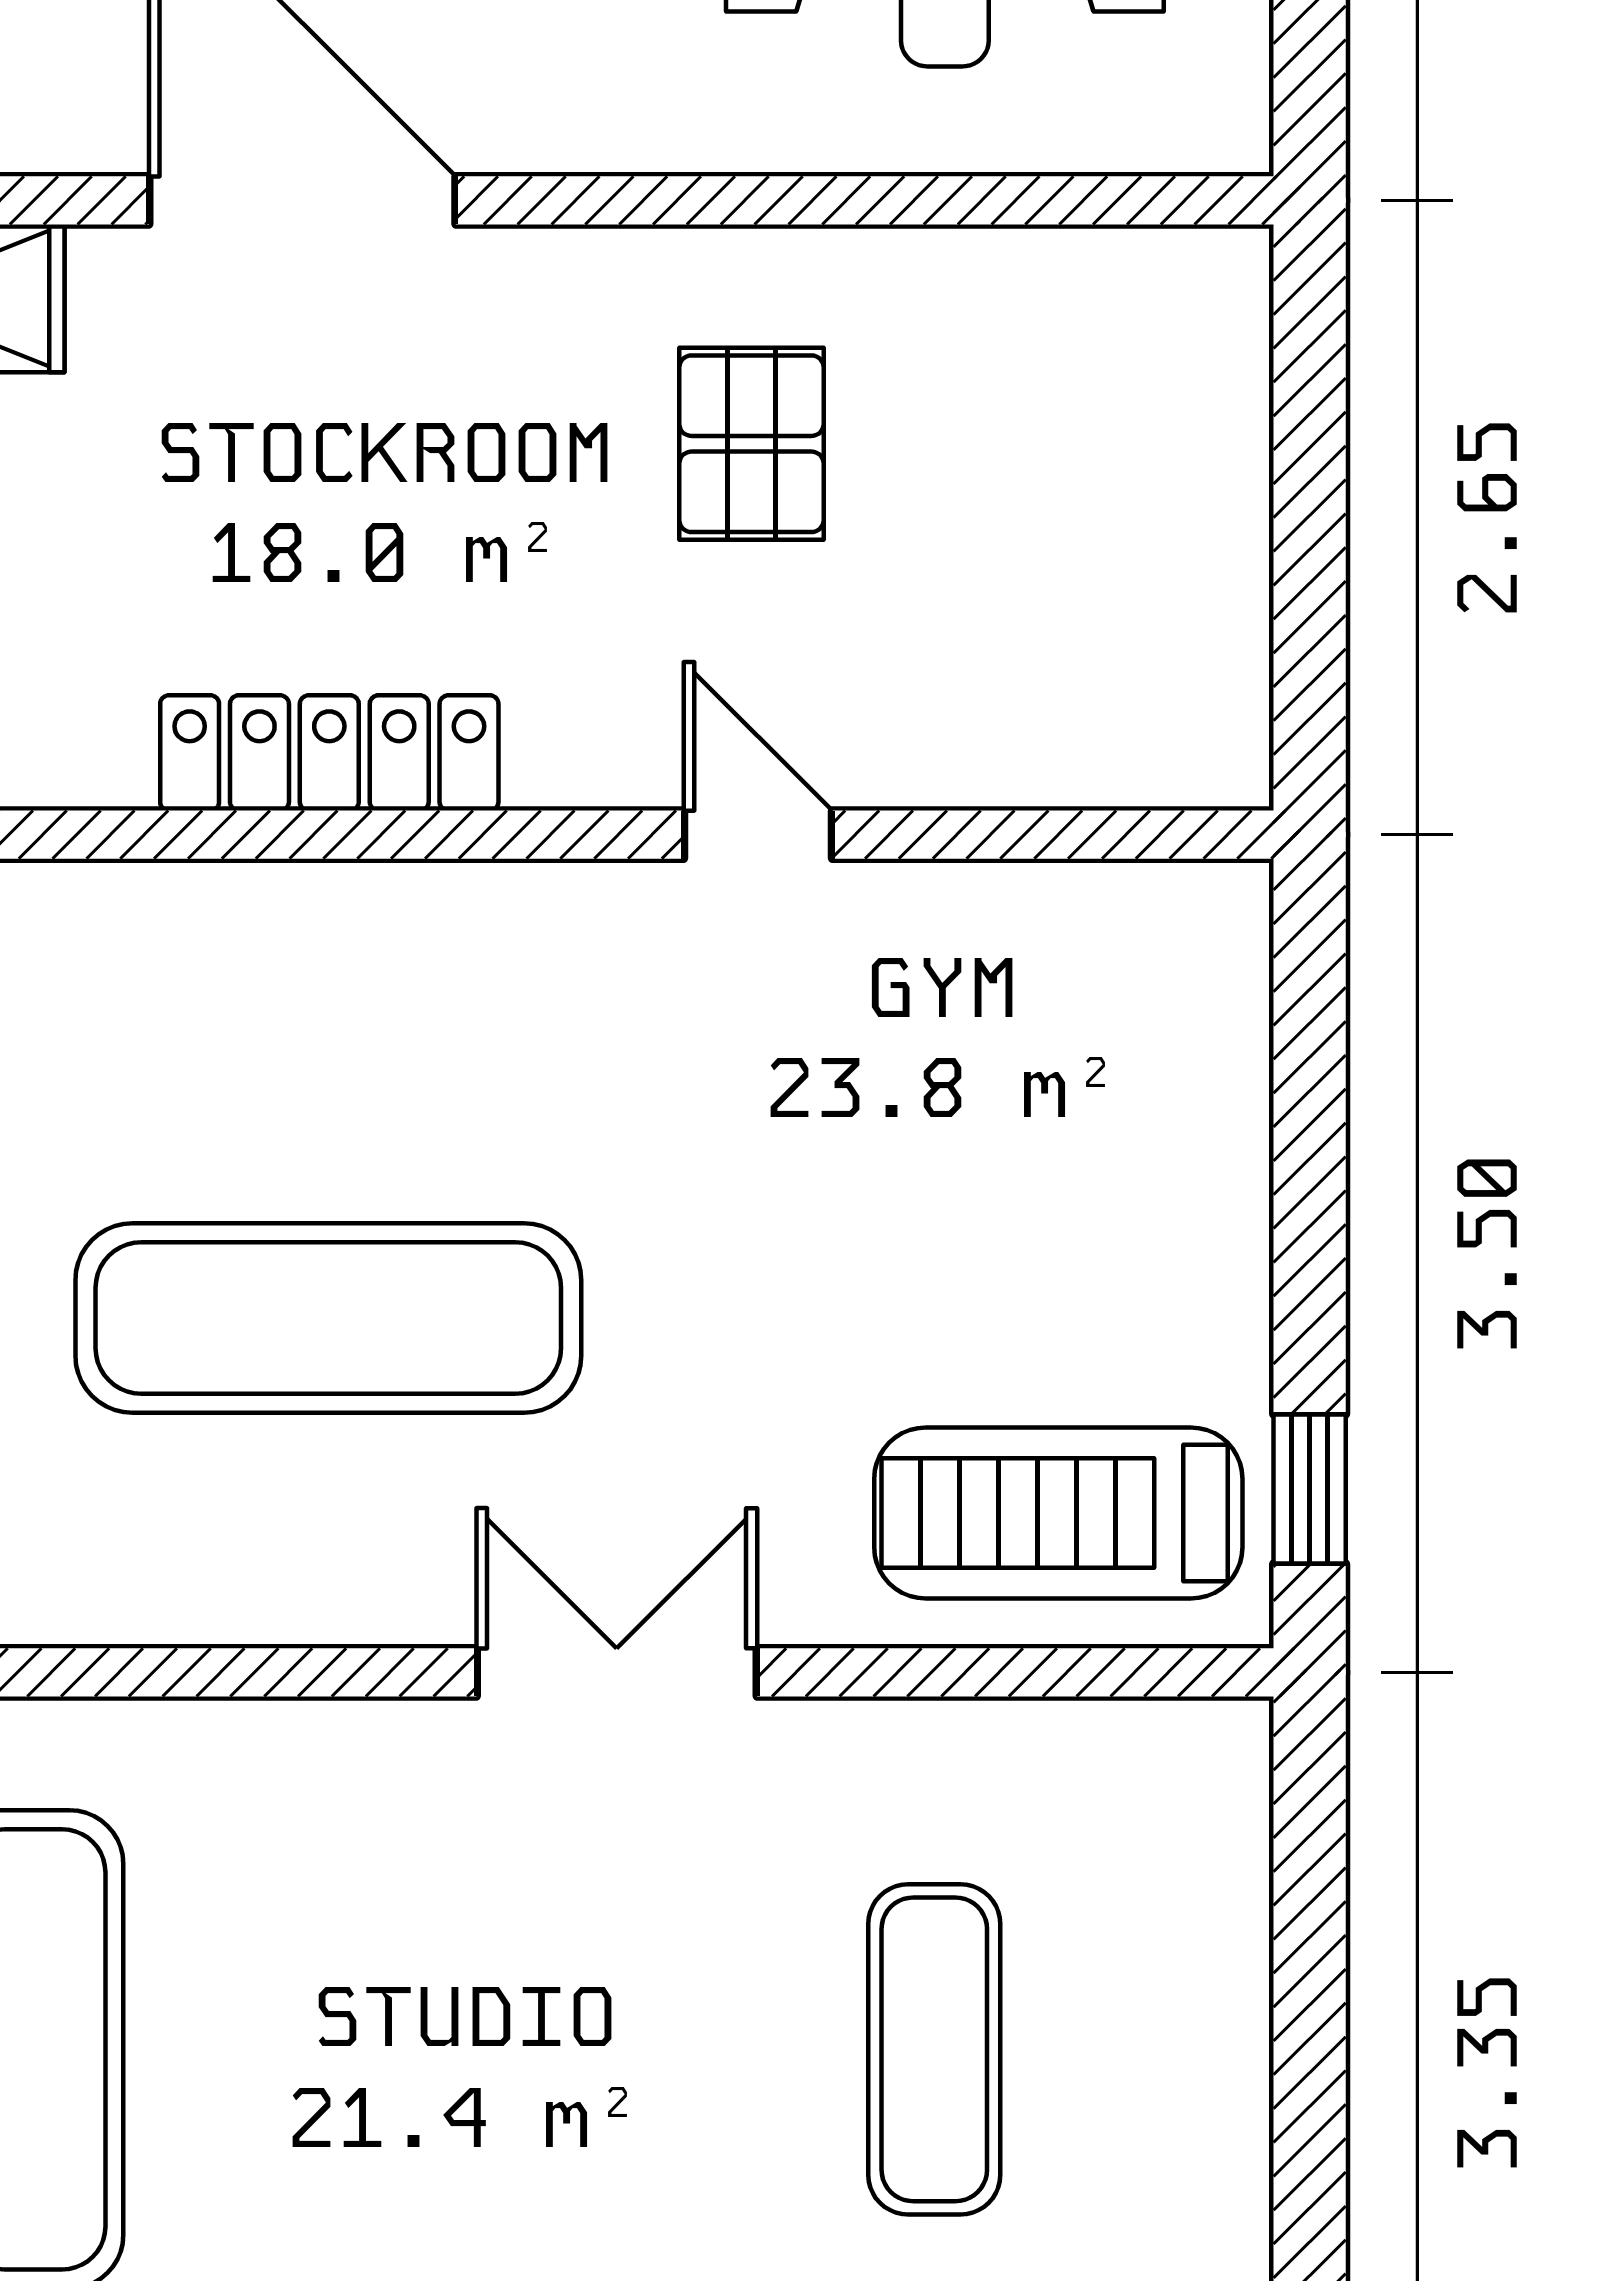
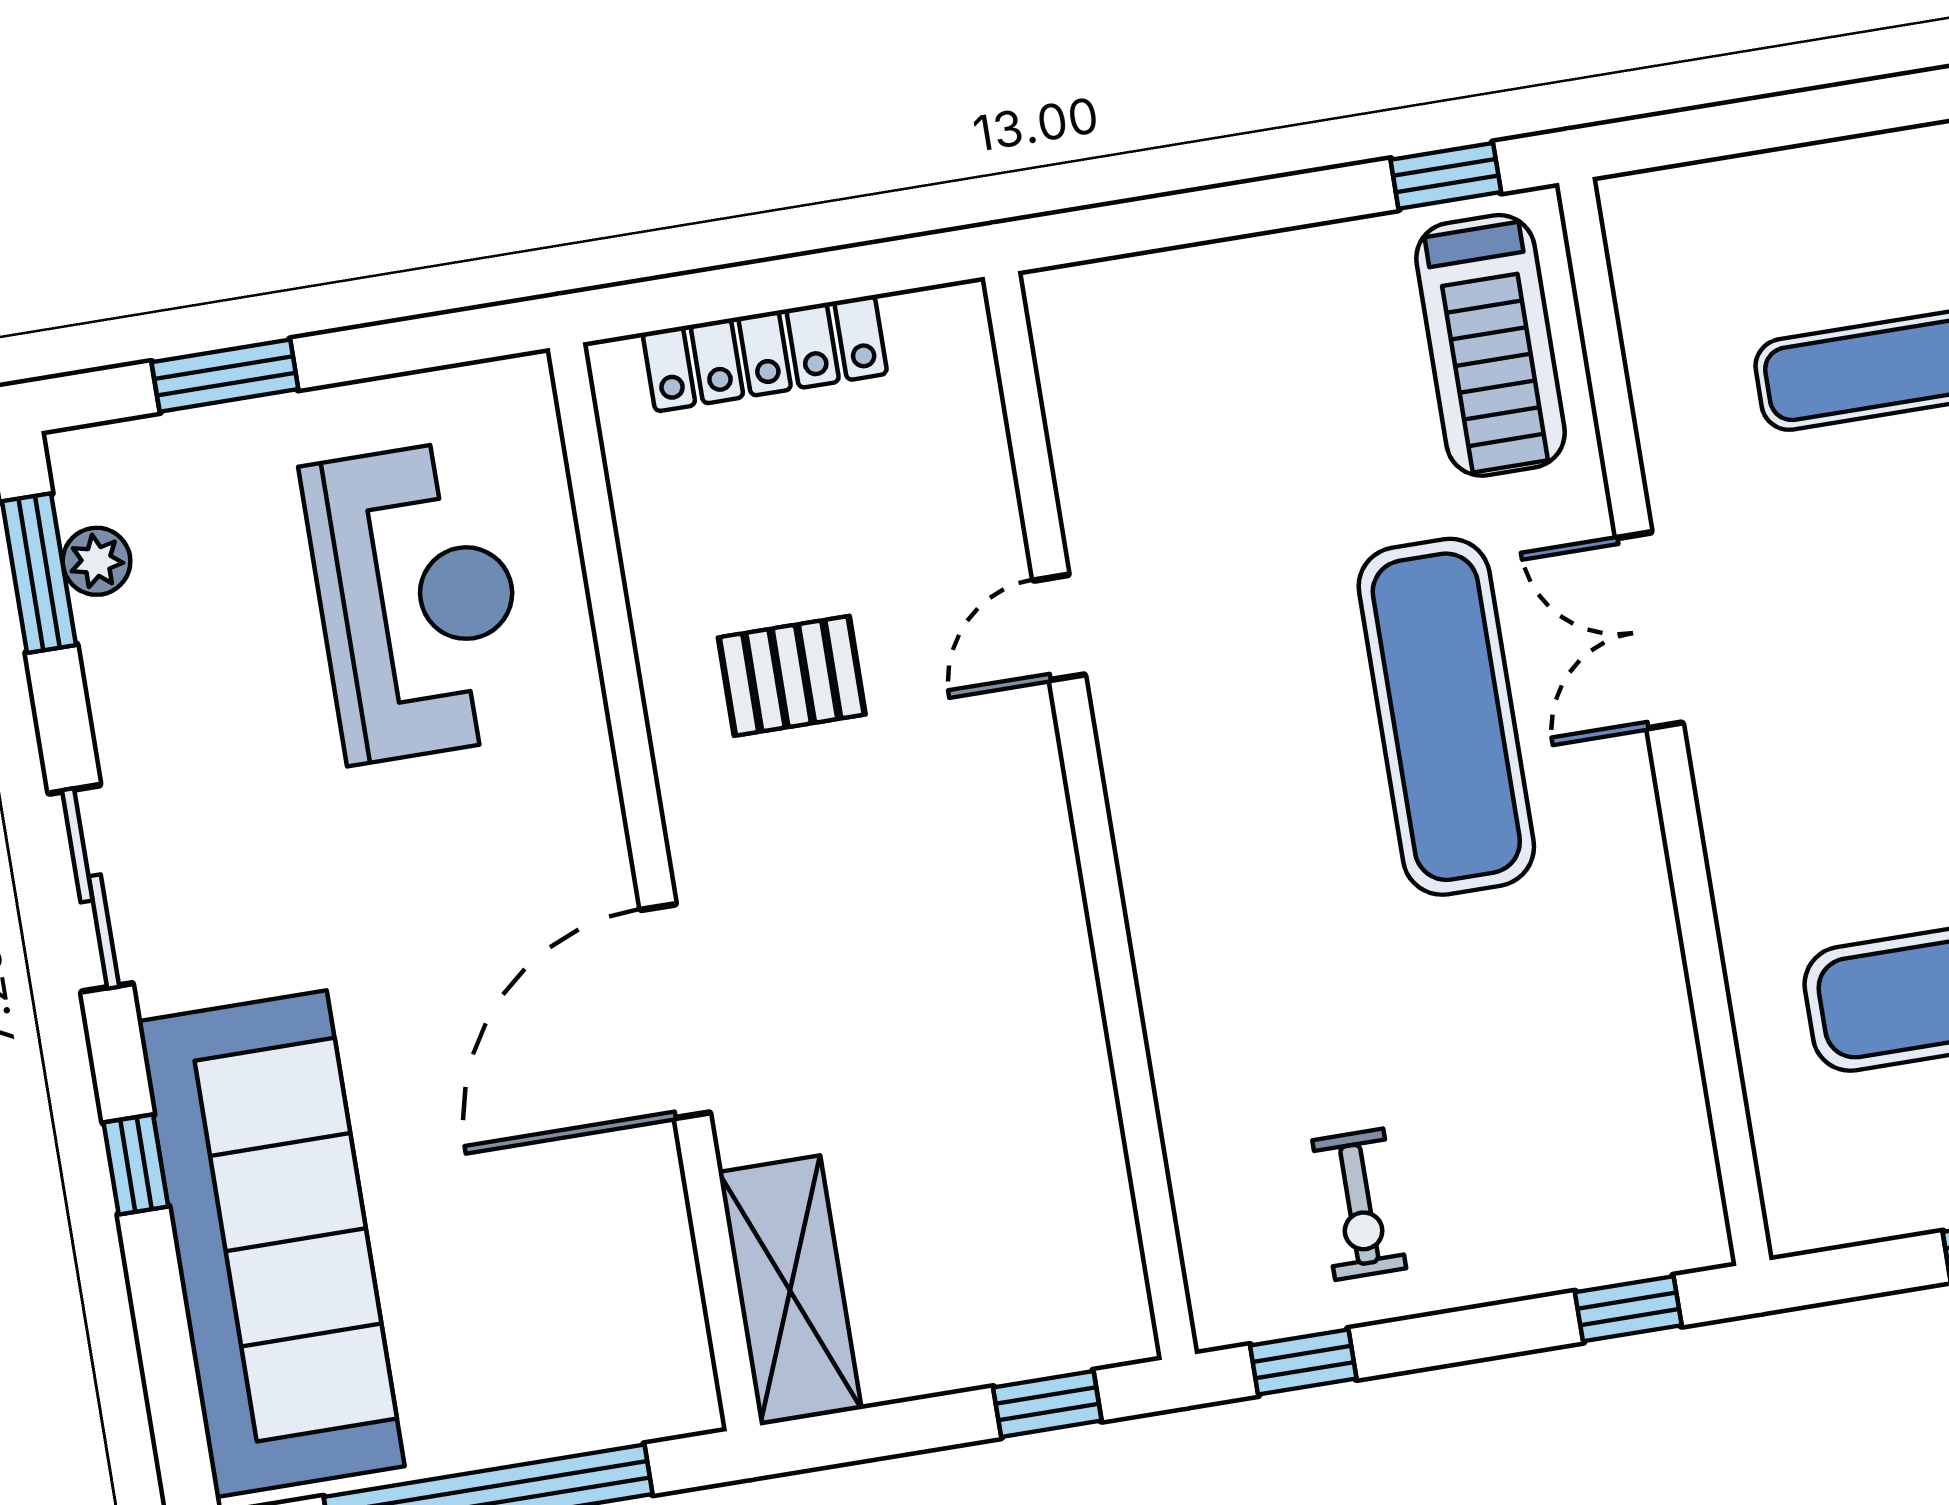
locker: (329, 753) -> (765, 353), moved, turned -90
exercise mat: (328, 1318) -> (1446, 717), moved

